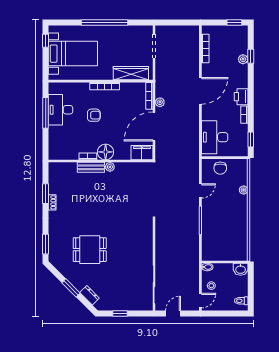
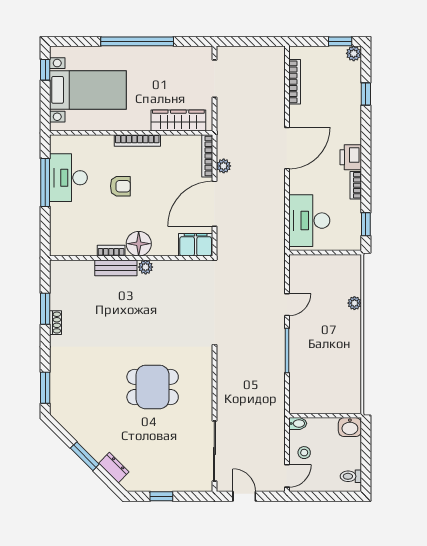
plant: (243, 59) -> (354, 53), moved
chair: (220, 168) -> (318, 269), removed
dining table: (90, 250) -> (153, 387), moved
door: (173, 314) -> (244, 496), hinge flipped

